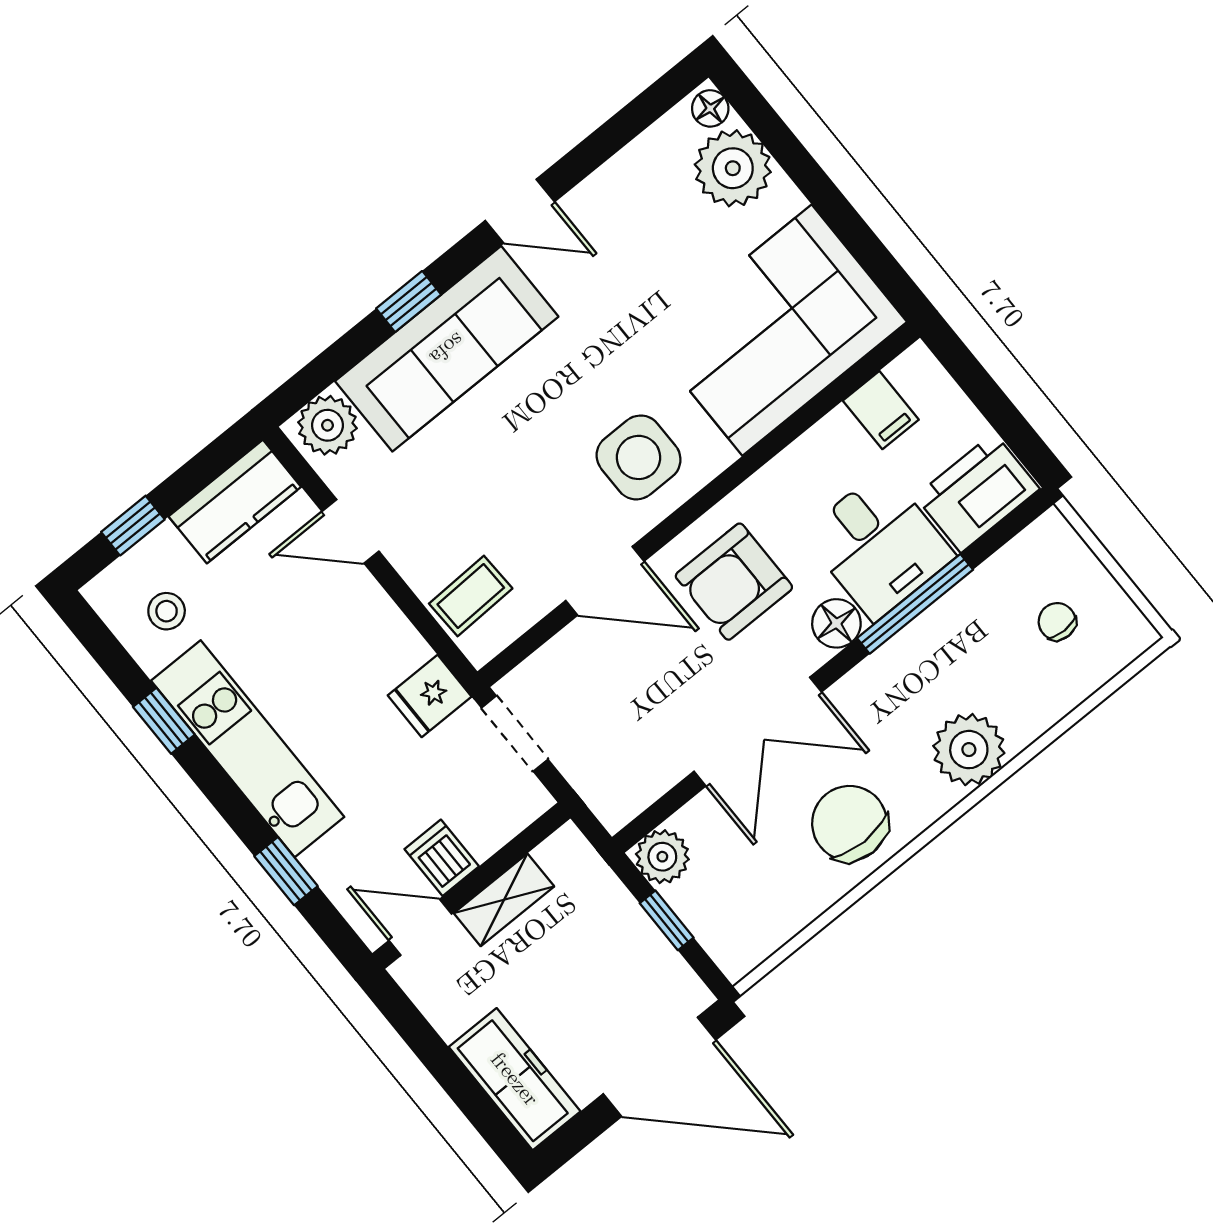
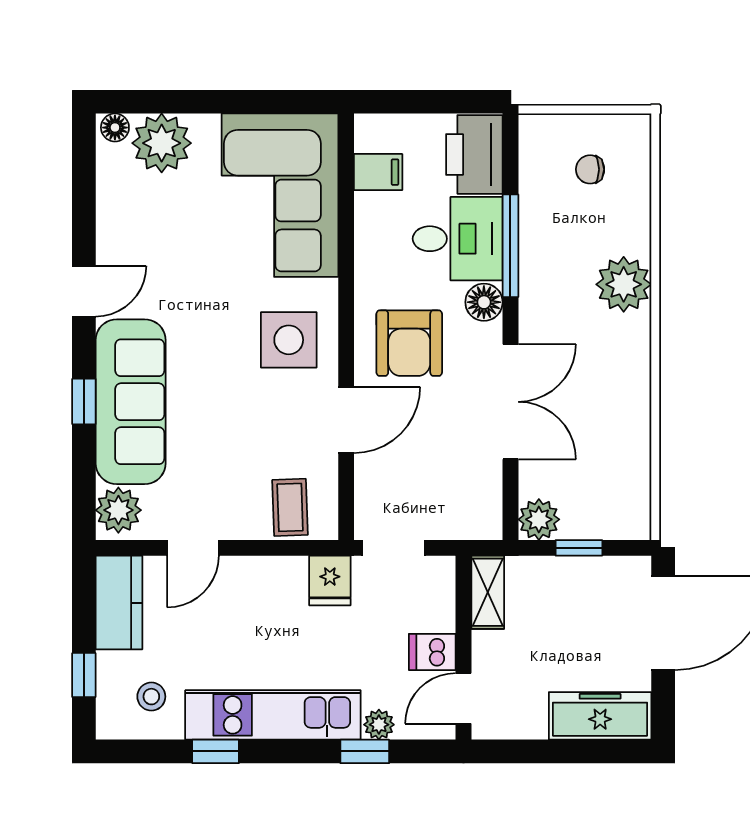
chair: (850, 823) -> (610, 391), removed
plant: (325, 863) -> (379, 725), added
shelving: (504, 900) -> (488, 592), moved

